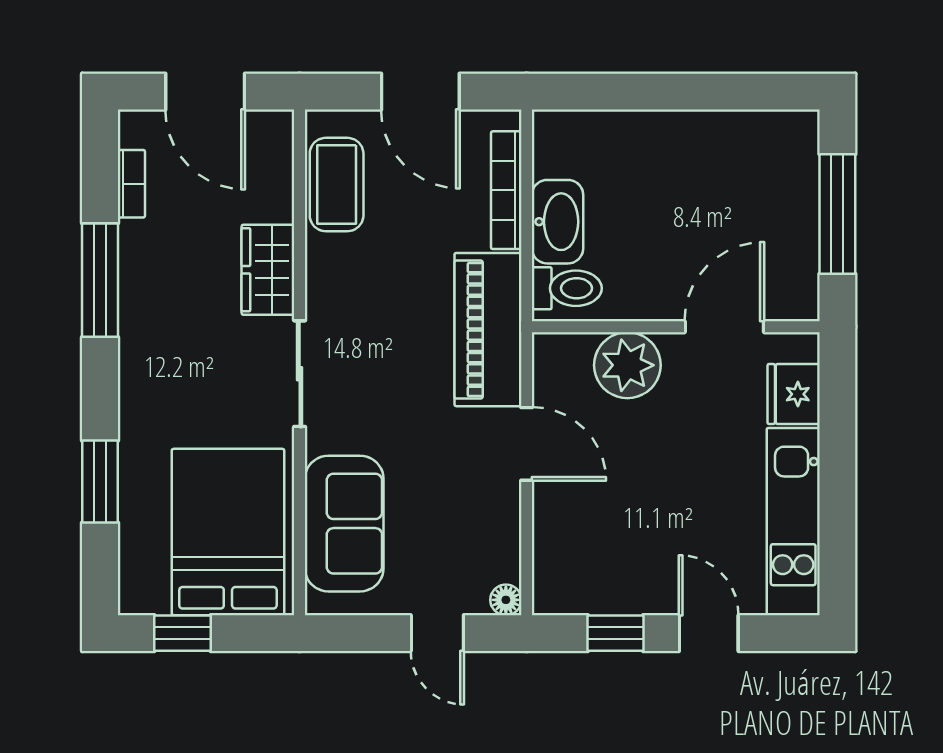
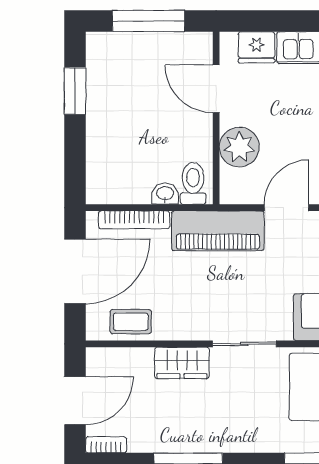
door: (420, 92) -> (75, 271), width x1.36
window: (721, 92) -> (75, 91), added
bookcase: (131, 184) -> (106, 445), moved
coffee table: (337, 185) -> (131, 322), width x0.73, depth x0.77
washbasin: (558, 222) -> (165, 194), width x0.52, depth x0.69

